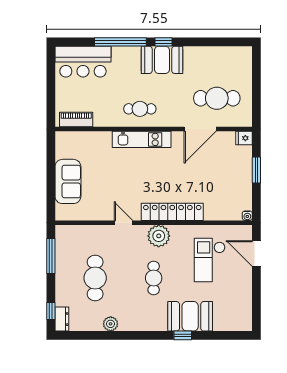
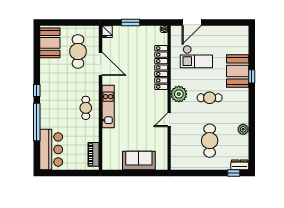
booth: (162, 60) -> (50, 43), moved
locker: (172, 212) -> (161, 68), moved
window: (51, 256) -> (194, 173), removed
cafe table: (95, 278) -> (210, 141), turned 90

